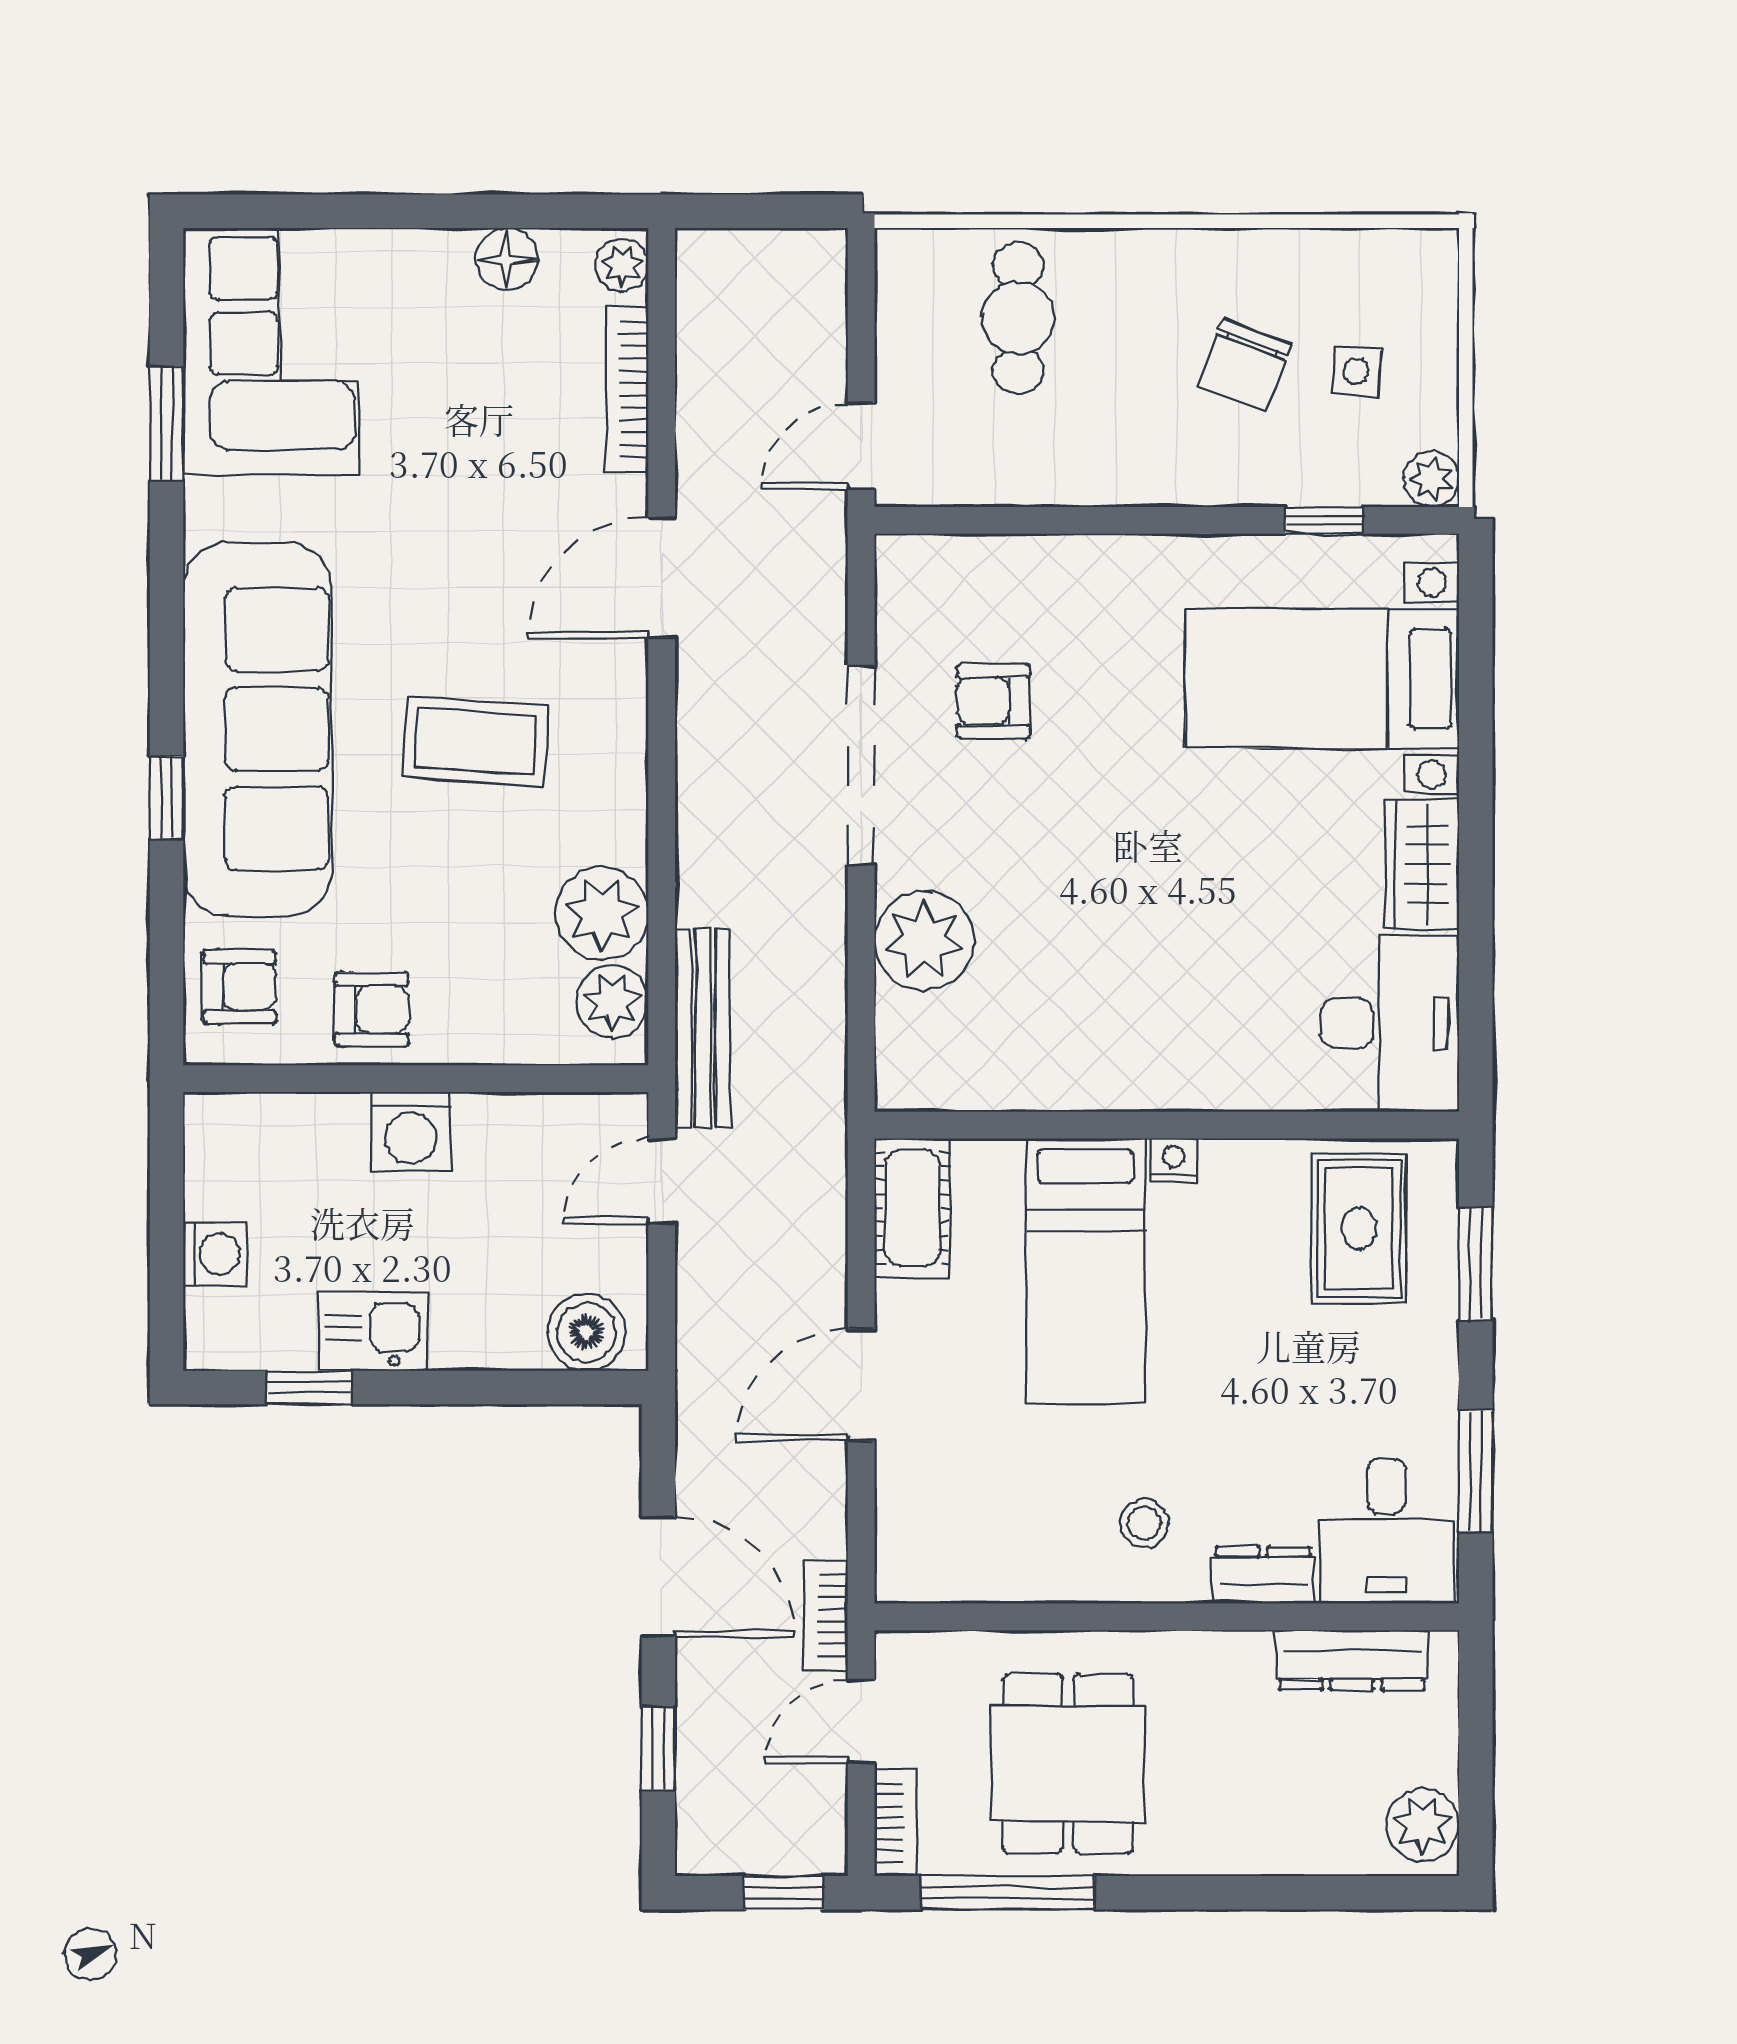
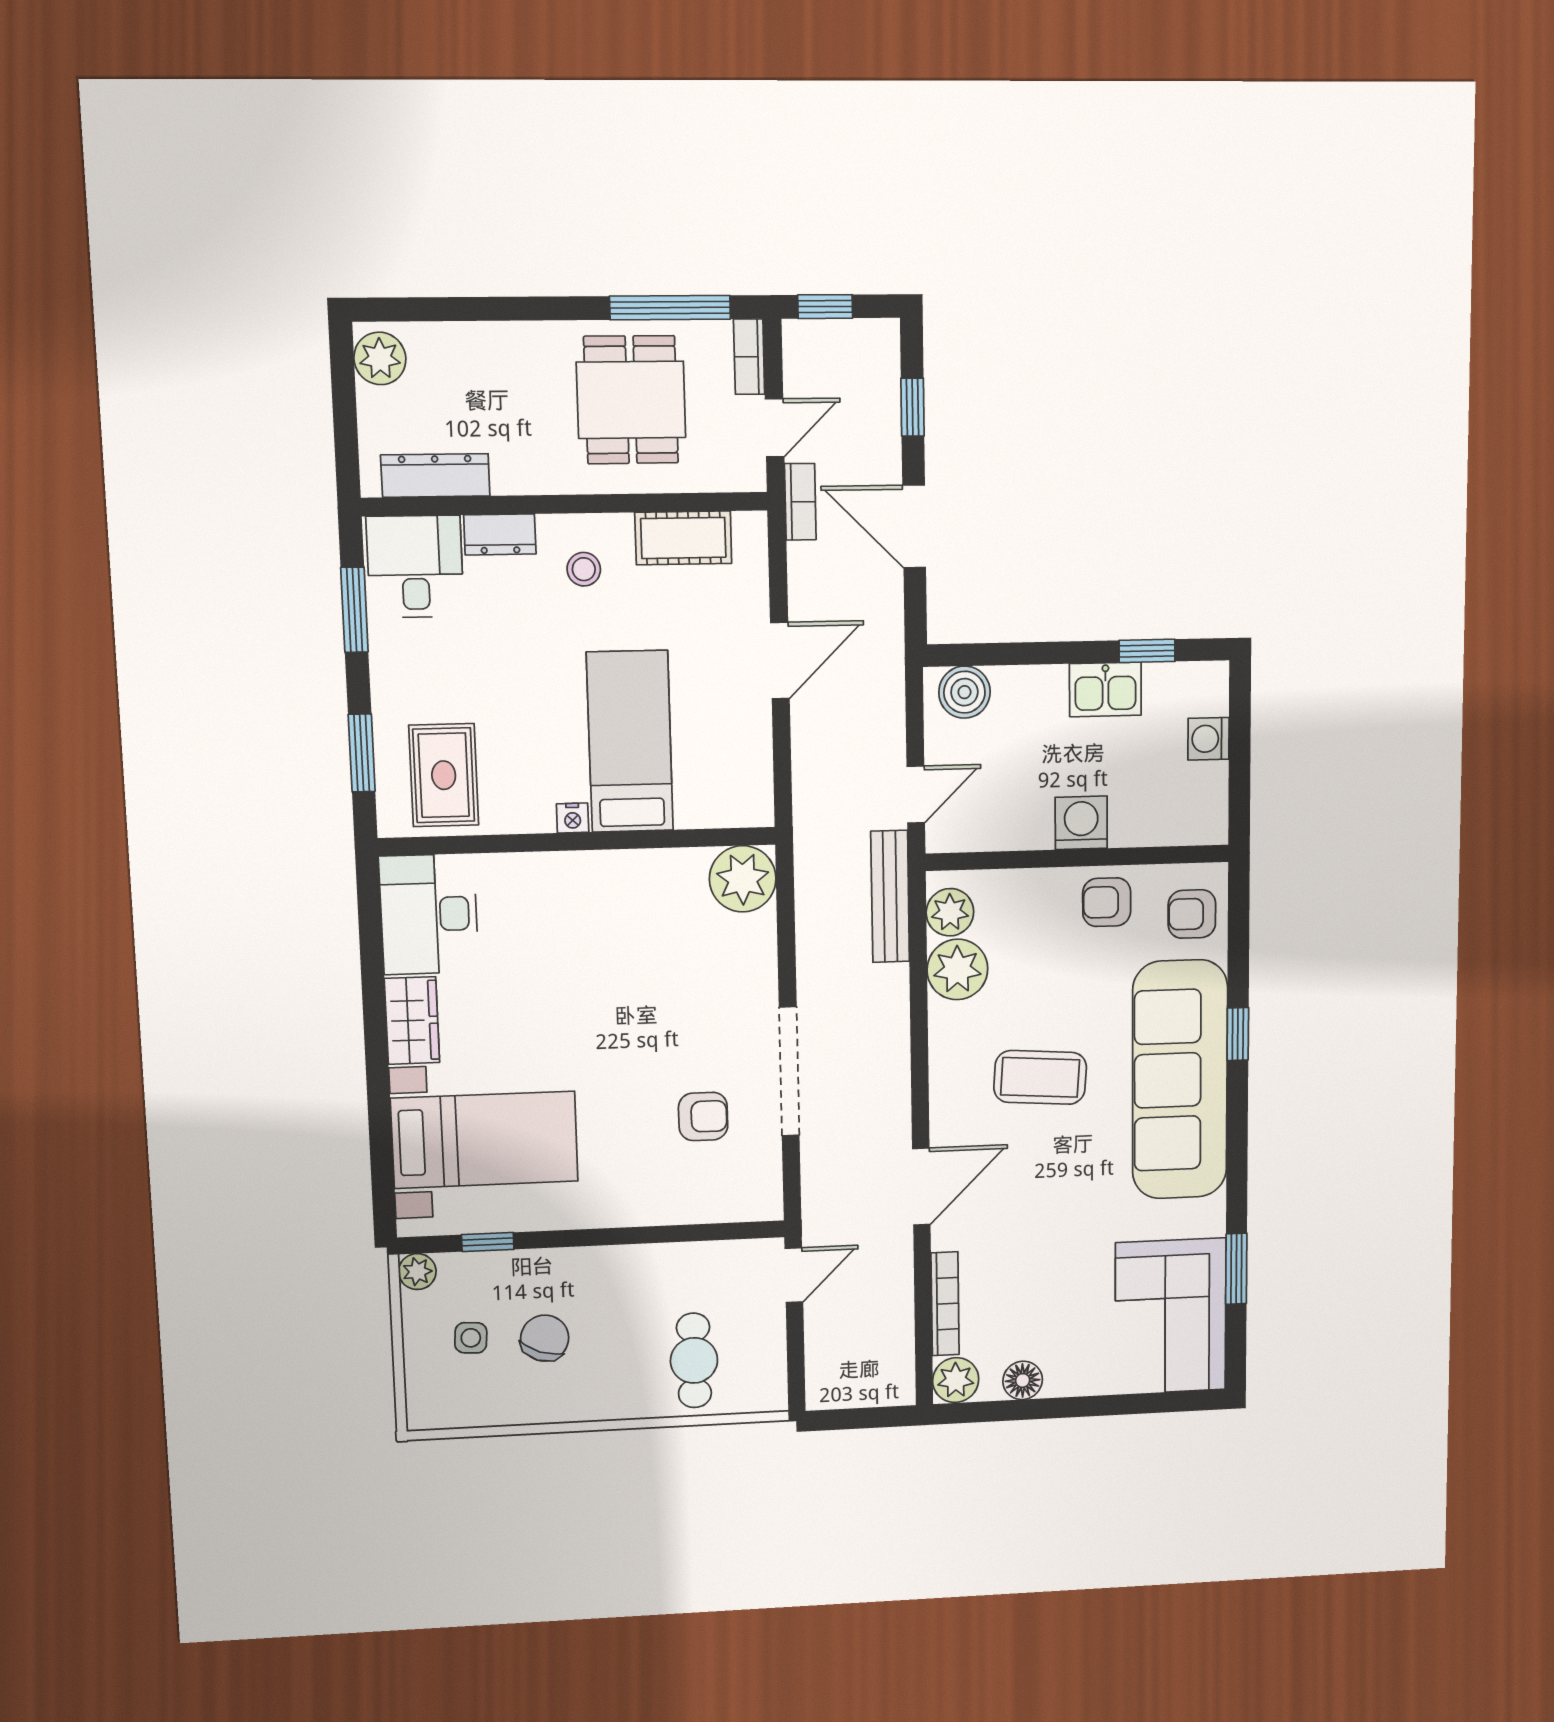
plant: (622, 265) -> (956, 1380), width x1.38, depth x1.38
plant: (924, 941) -> (743, 879), moved
cot: (912, 1208) -> (683, 538), moved, turned 90

